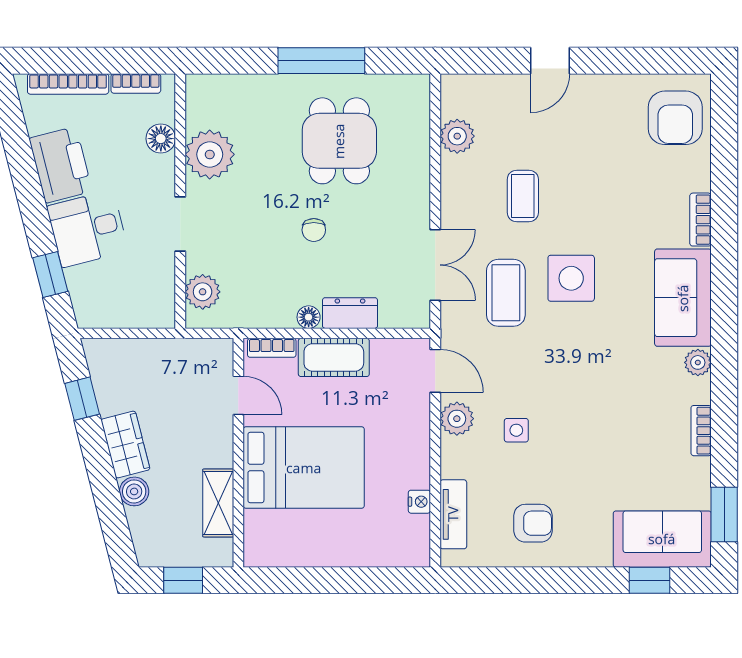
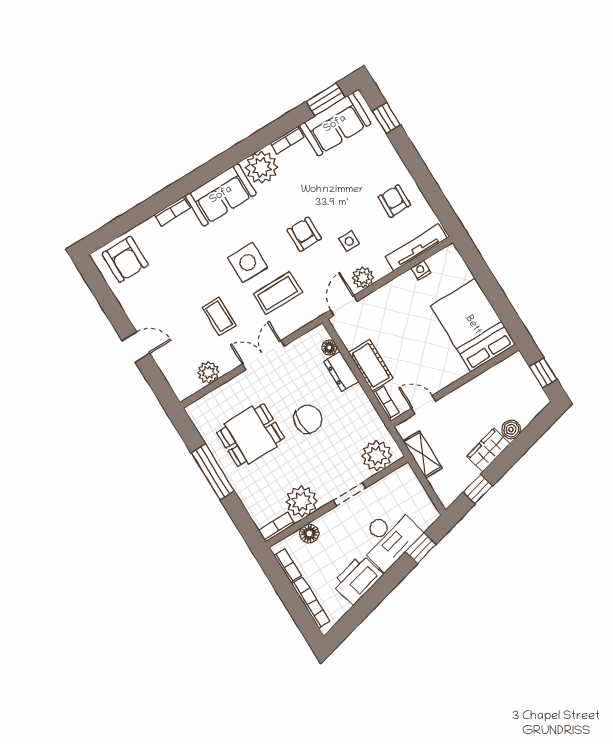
bookcase: (196, 100) -> (277, 527), added
armchair: (675, 118) -> (125, 259), turned 90
coffee table: (523, 196) -> (219, 316), turned 90
desk: (88, 229) -> (388, 538), width x1.37
chair: (314, 230) -> (308, 419), width x1.87, depth x1.87
double door: (435, 265) -> (263, 355), moved
plant: (203, 292) -> (377, 456), width x1.36, depth x1.36
floor lamp: (309, 317) -> (329, 347), moved
plant: (698, 362) -> (262, 167), width x1.88, depth x1.88
armchair: (562, 376) -> (304, 234), added
door: (238, 395) -> (424, 405), hinge flipped
bed: (304, 468) -> (473, 325), moved
shelving: (218, 503) -> (423, 454), moved, turned 90
tv unit: (453, 514) -> (416, 247), width x1.41
sofa: (662, 539) -> (335, 124), moved, turned -90

